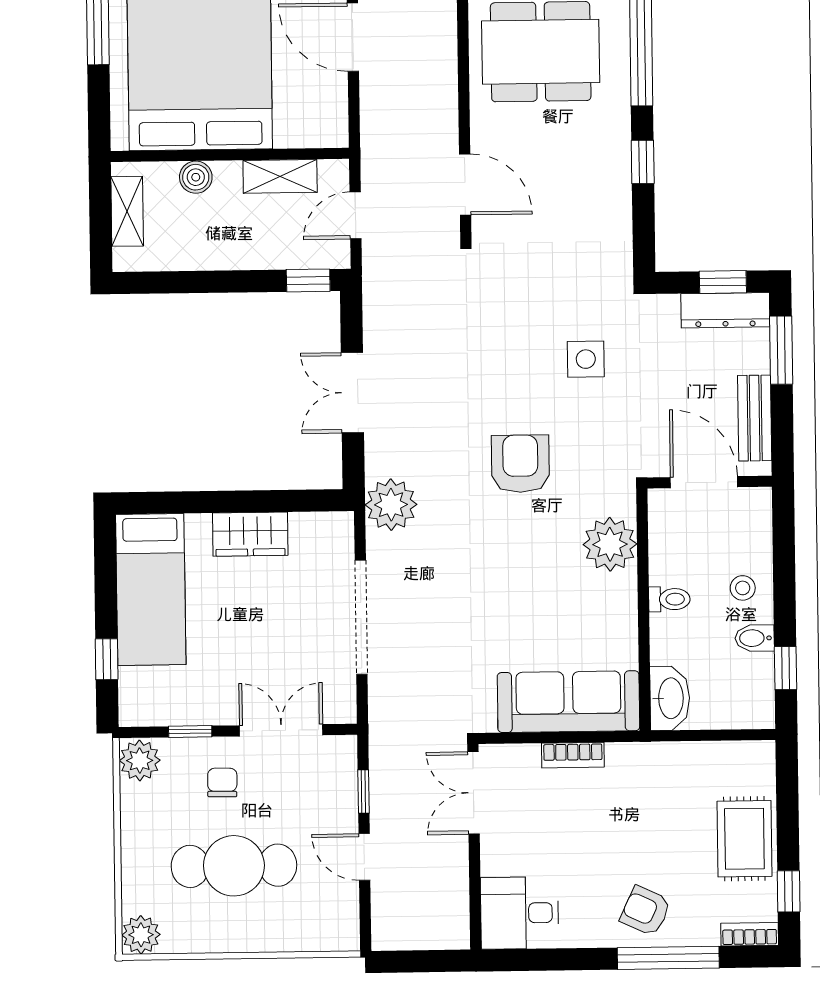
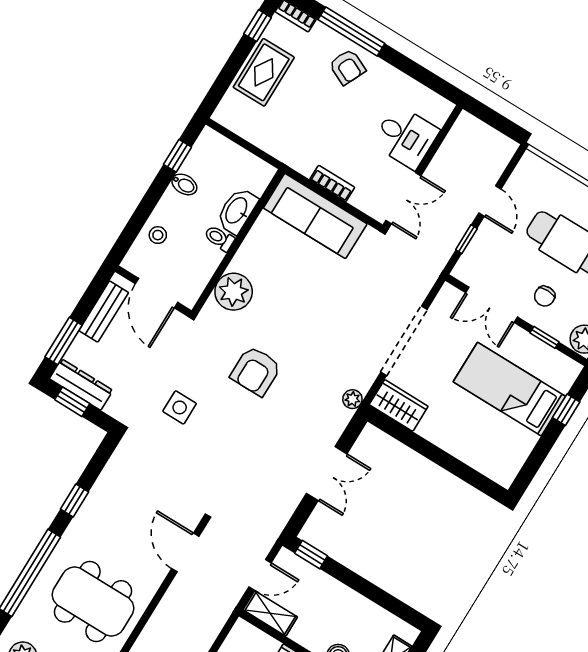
shelving: (280, 176) -> (270, 613), moved
plant: (391, 505) -> (352, 399), width x0.53, depth x0.53
wardrobe: (250, 534) -> (399, 405), moved
stool: (743, 588) -> (158, 235), moved
bed: (151, 589) -> (509, 389), moved, turned -90
washbasin: (670, 698) -> (237, 211), moved
desk: (520, 913) -> (405, 137), moved

